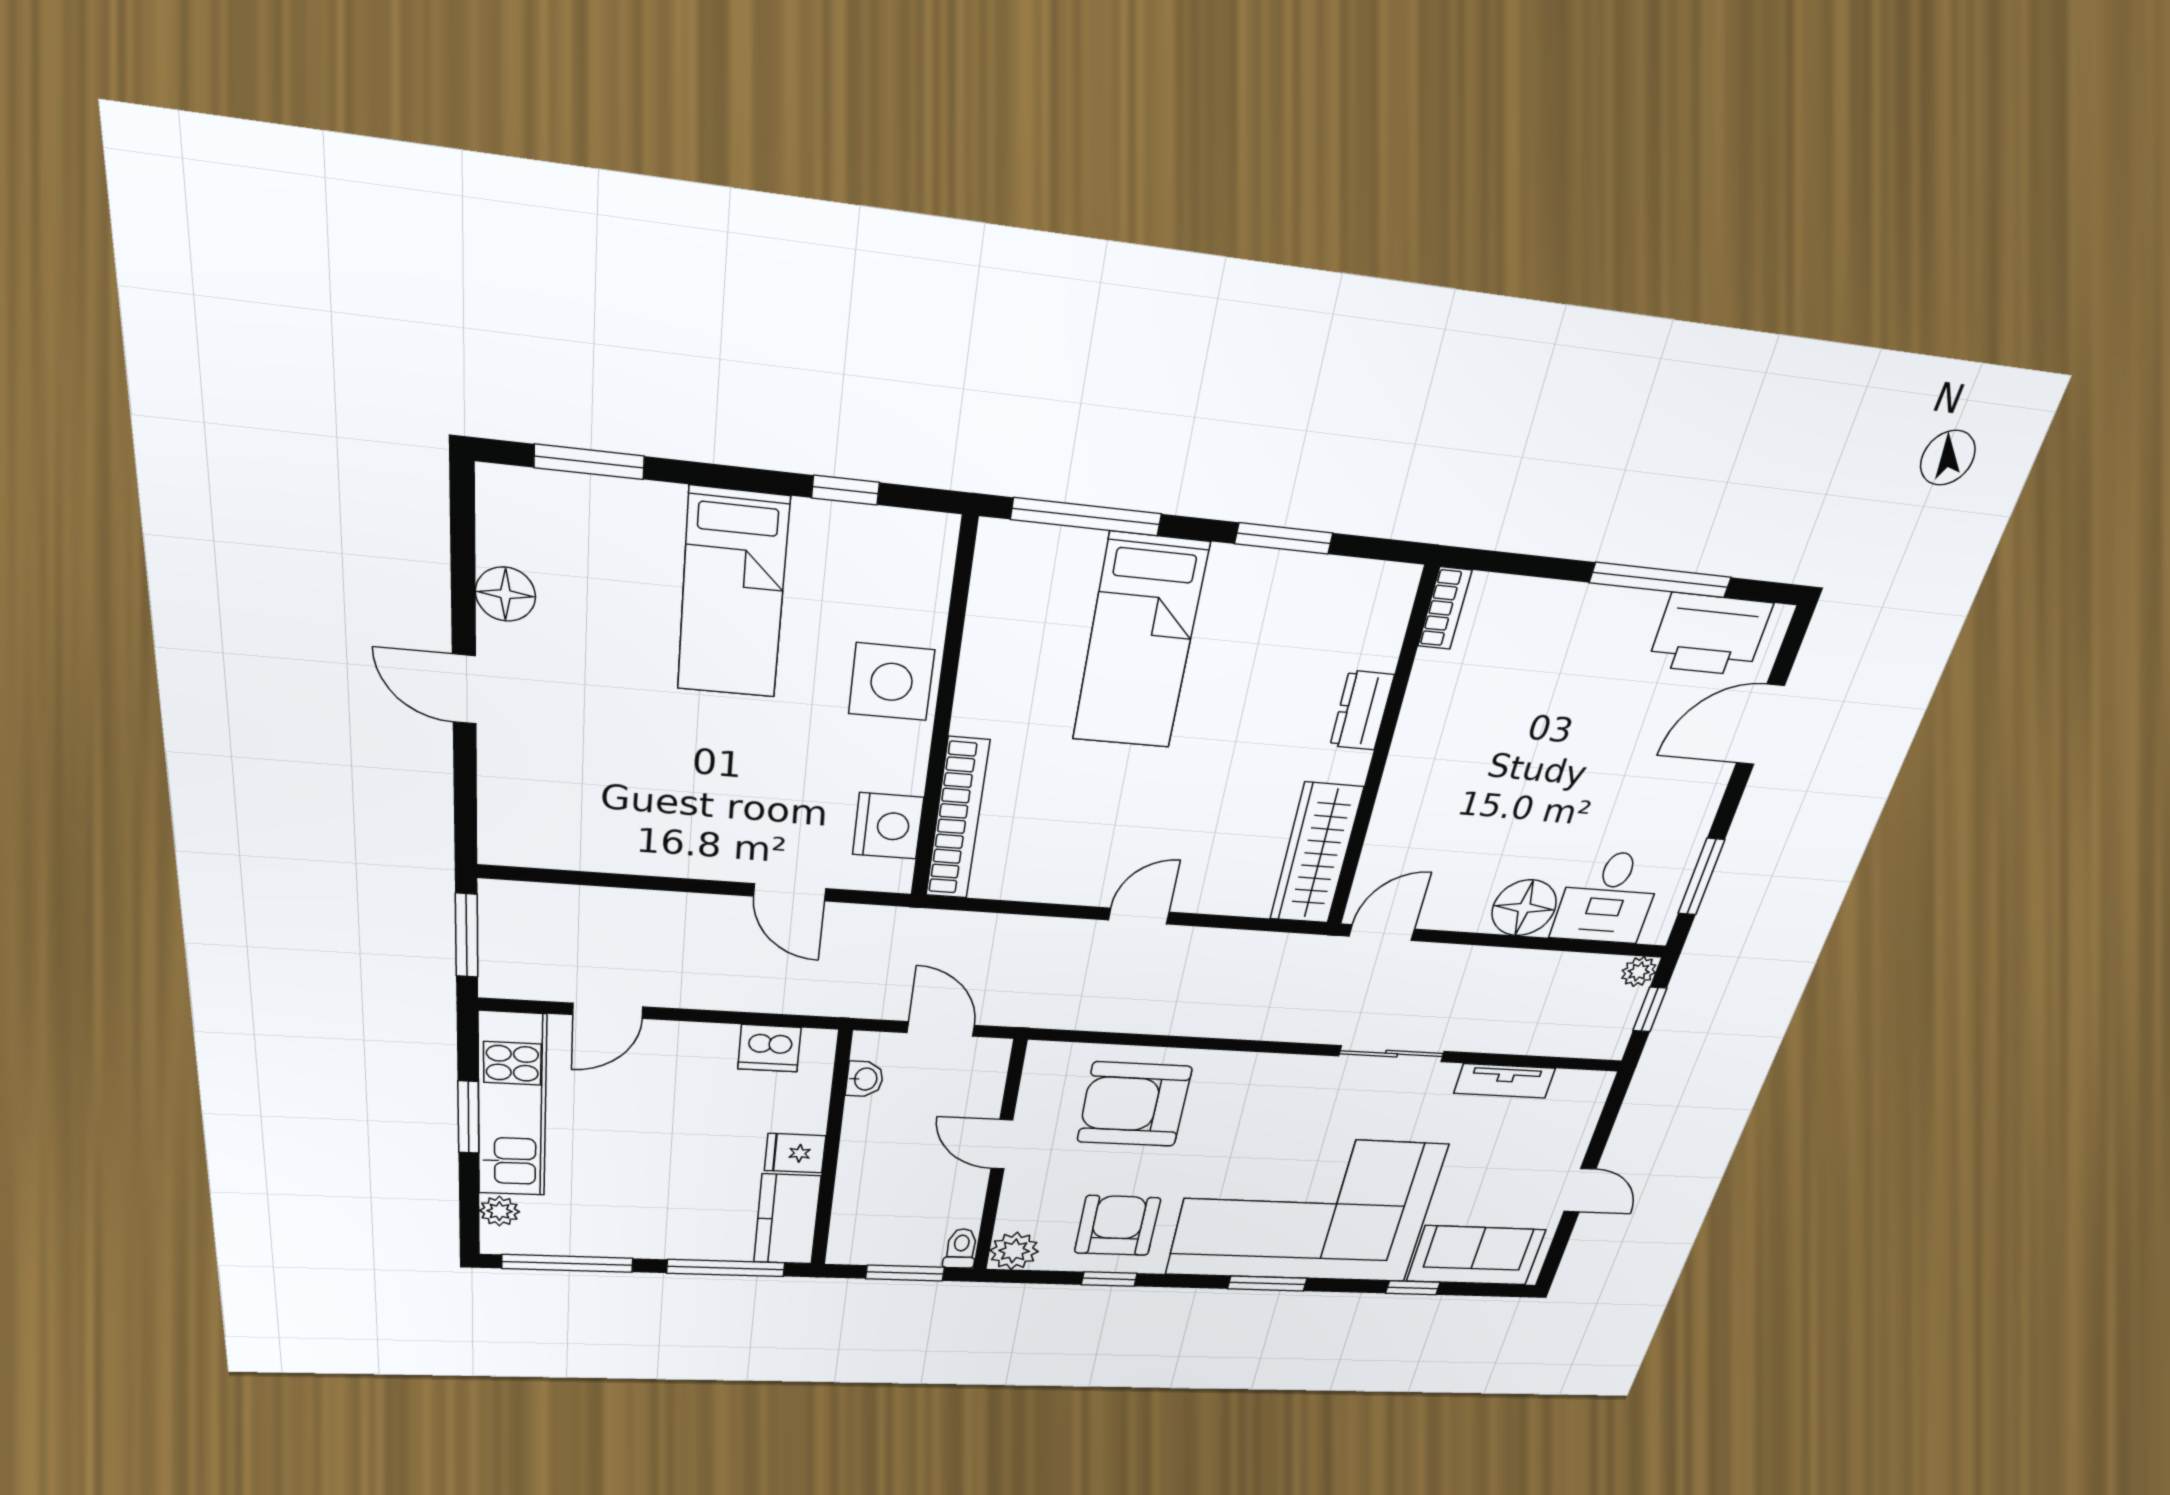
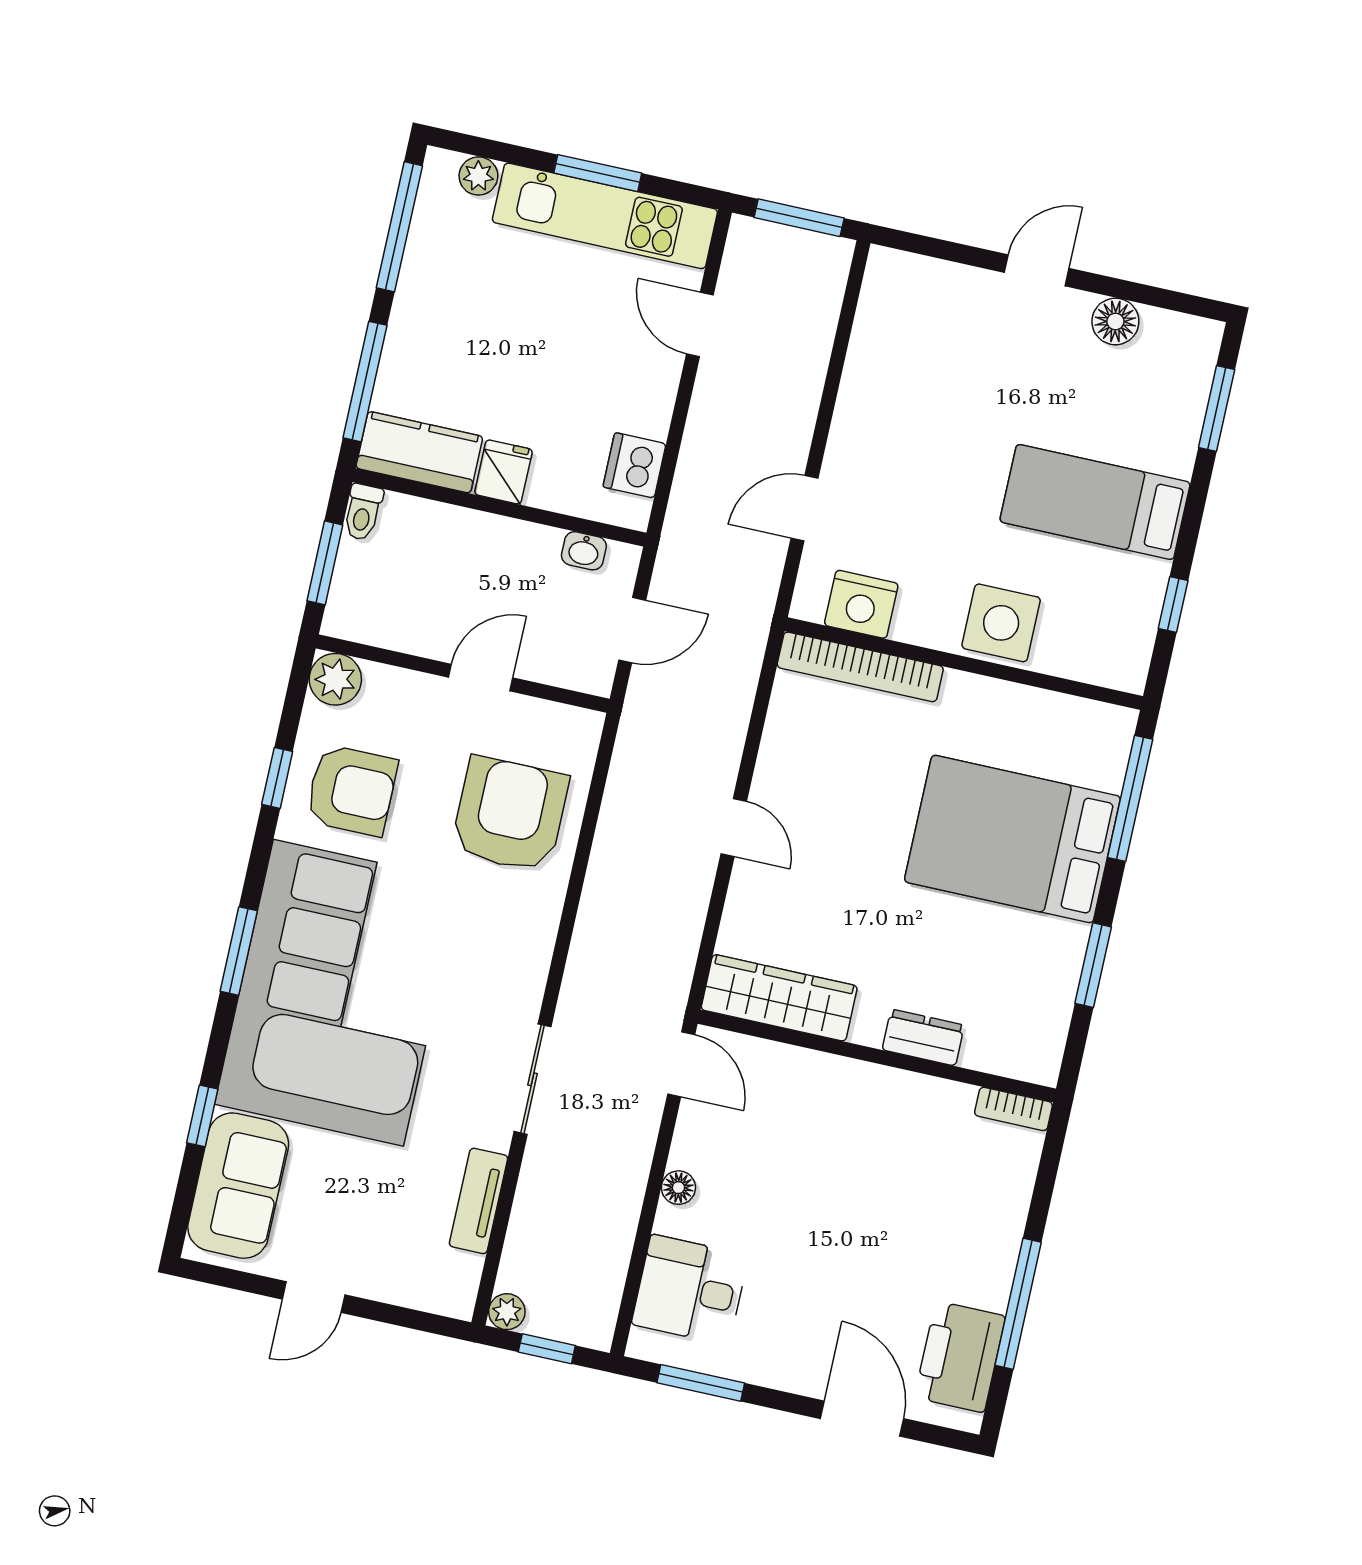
bed: (1140, 643) -> (1012, 839), width x1.50
floor lamp: (1524, 908) -> (678, 1188), width x0.53, depth x0.53
plant: (1639, 972) -> (507, 1312), moved
toilet: (961, 1248) -> (363, 512), moved, turned 90

